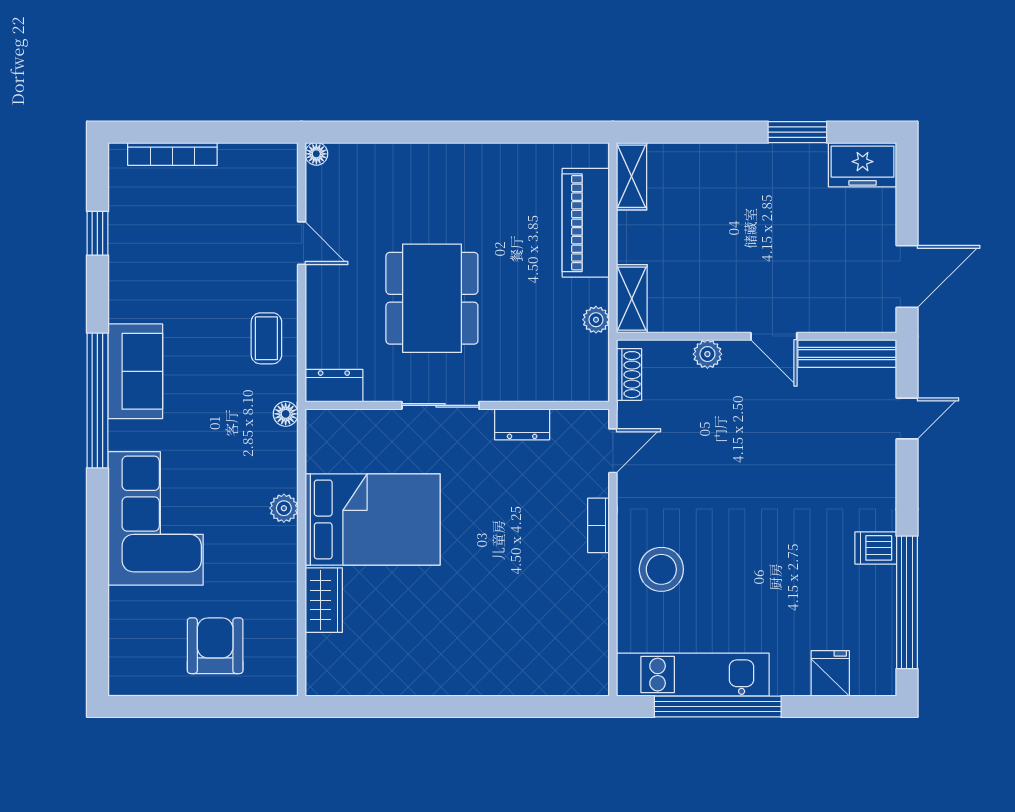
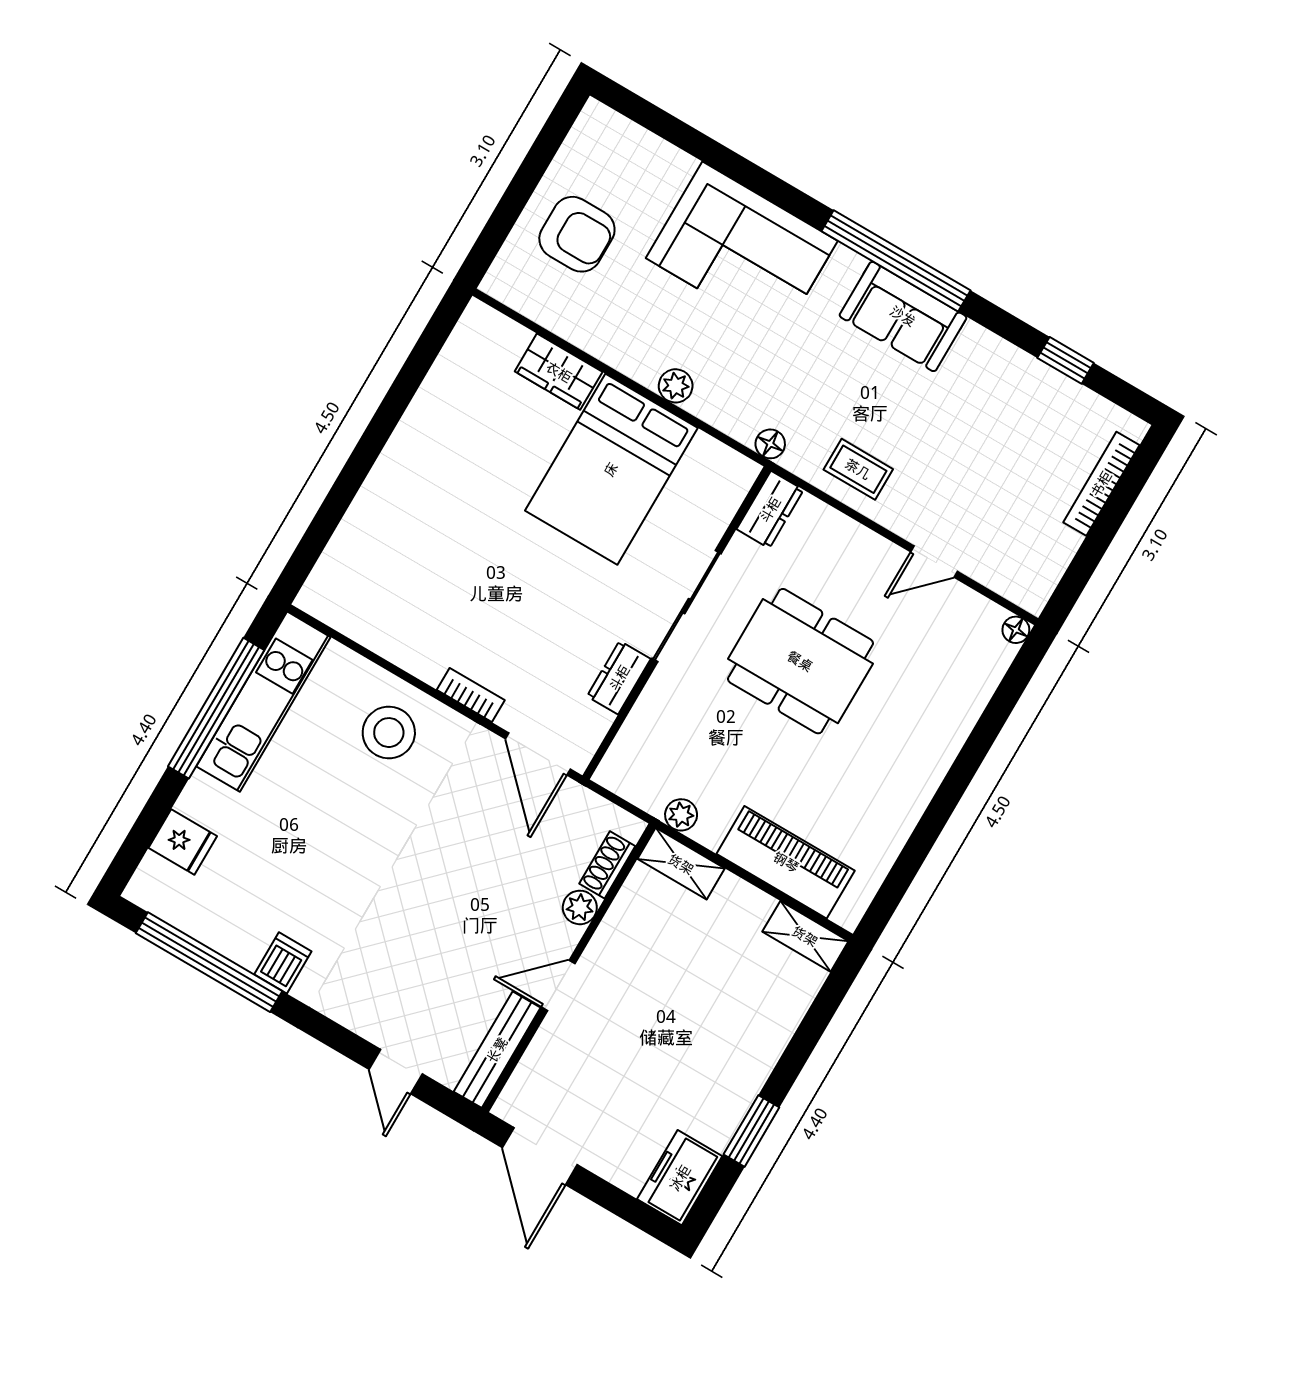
shoe rack: (629, 375) -> (607, 865), moved, turned 90
sliding door: (441, 405) -> (687, 606), width x1.37
door: (613, 451) -> (538, 754), width x1.38

